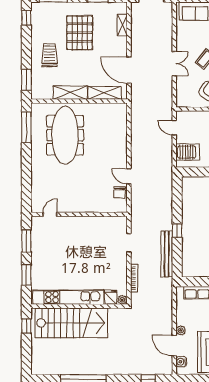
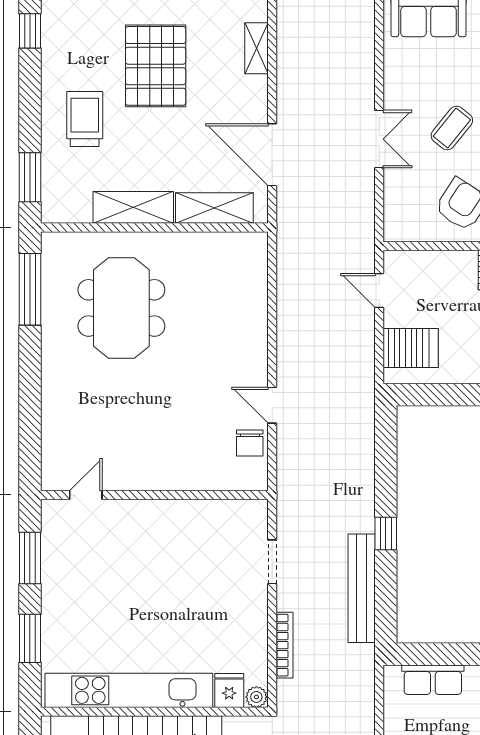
meeting table: (65, 135) -> (121, 308), width x0.73

